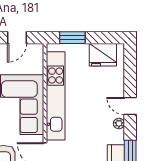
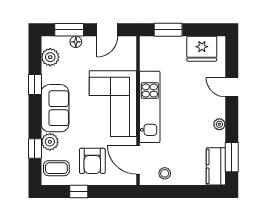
kitchen unit: (56, 96) -> (150, 107), width x0.73
door: (130, 106) -> (232, 87), moved

